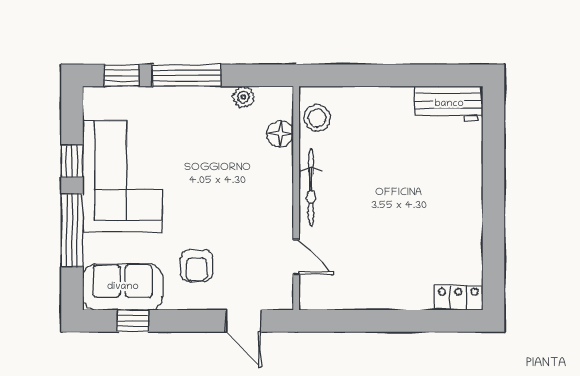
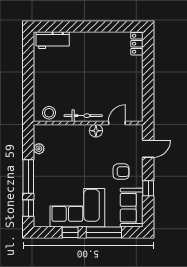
workbench: (449, 104) -> (53, 40), moved, turned 90
floor lamp: (280, 134) -> (96, 131), moved
window: (133, 321) -> (148, 188), moved

